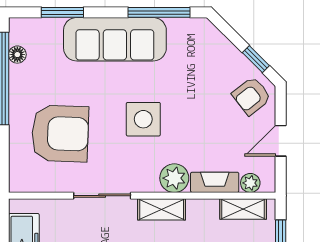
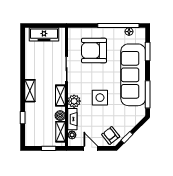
sofa: (115, 39) -> (133, 75), width x1.36, depth x1.27
side table: (143, 119) -> (100, 98), moved
armchair: (60, 134) -> (94, 51), turned 88
boiler: (207, 210) -> (60, 116), added

